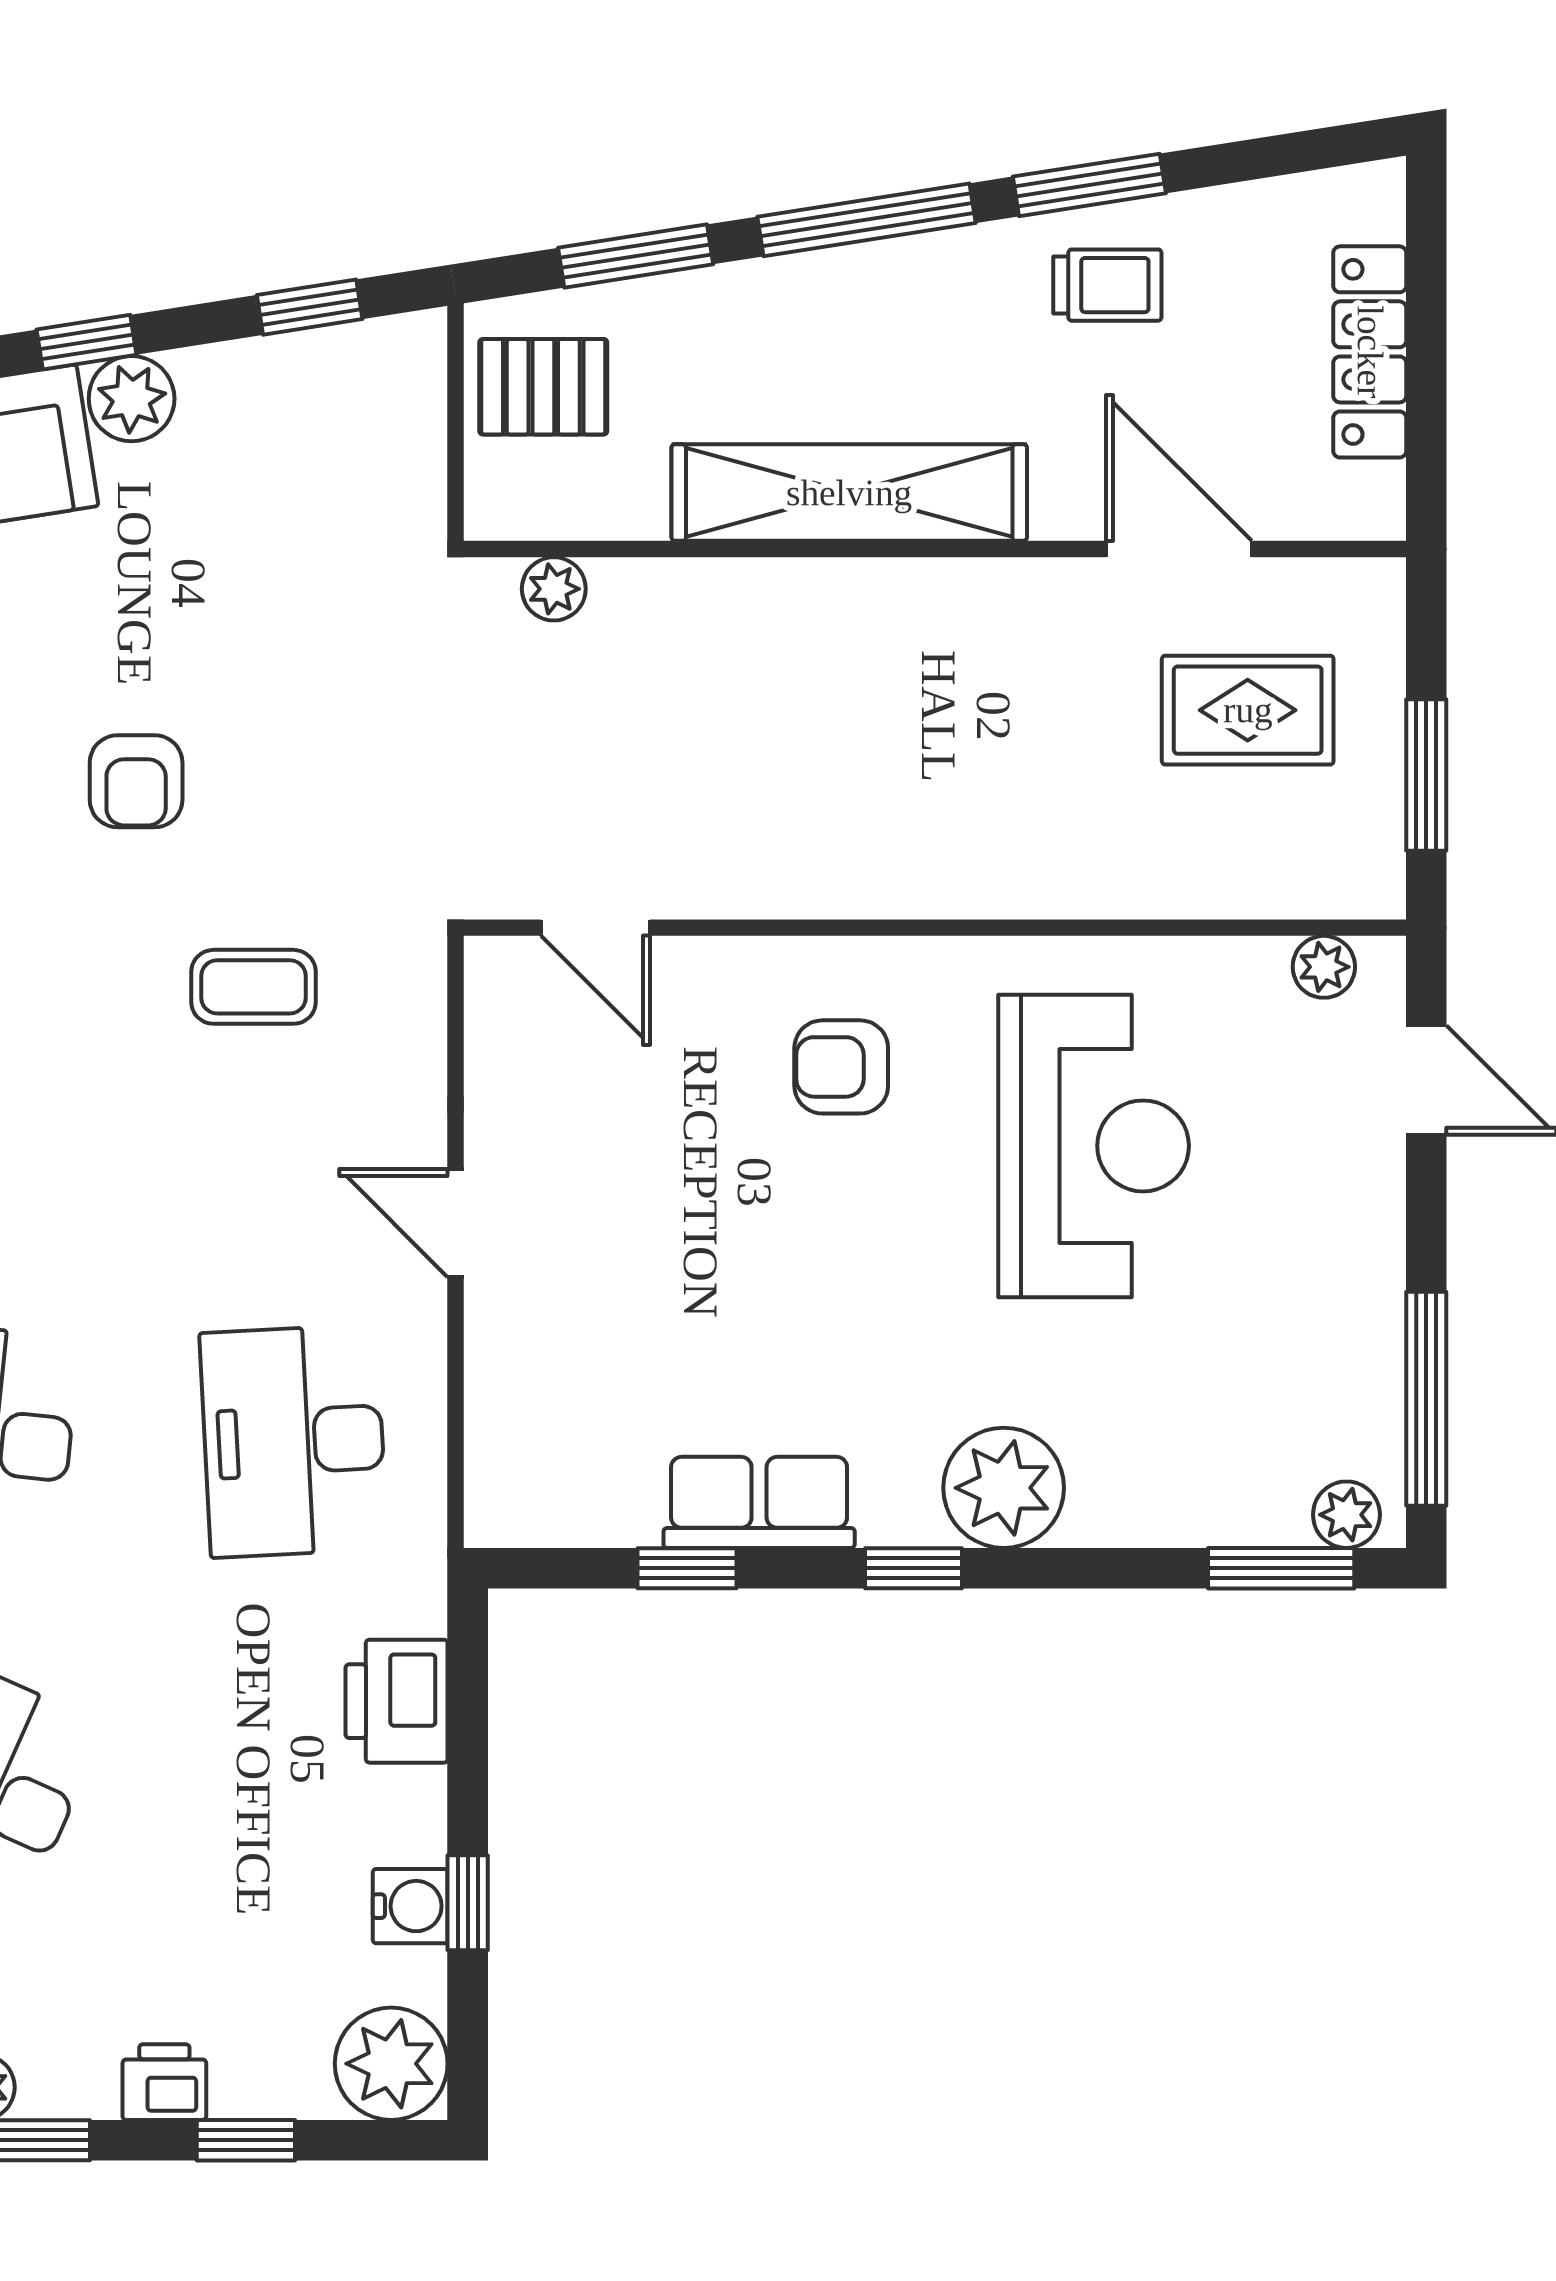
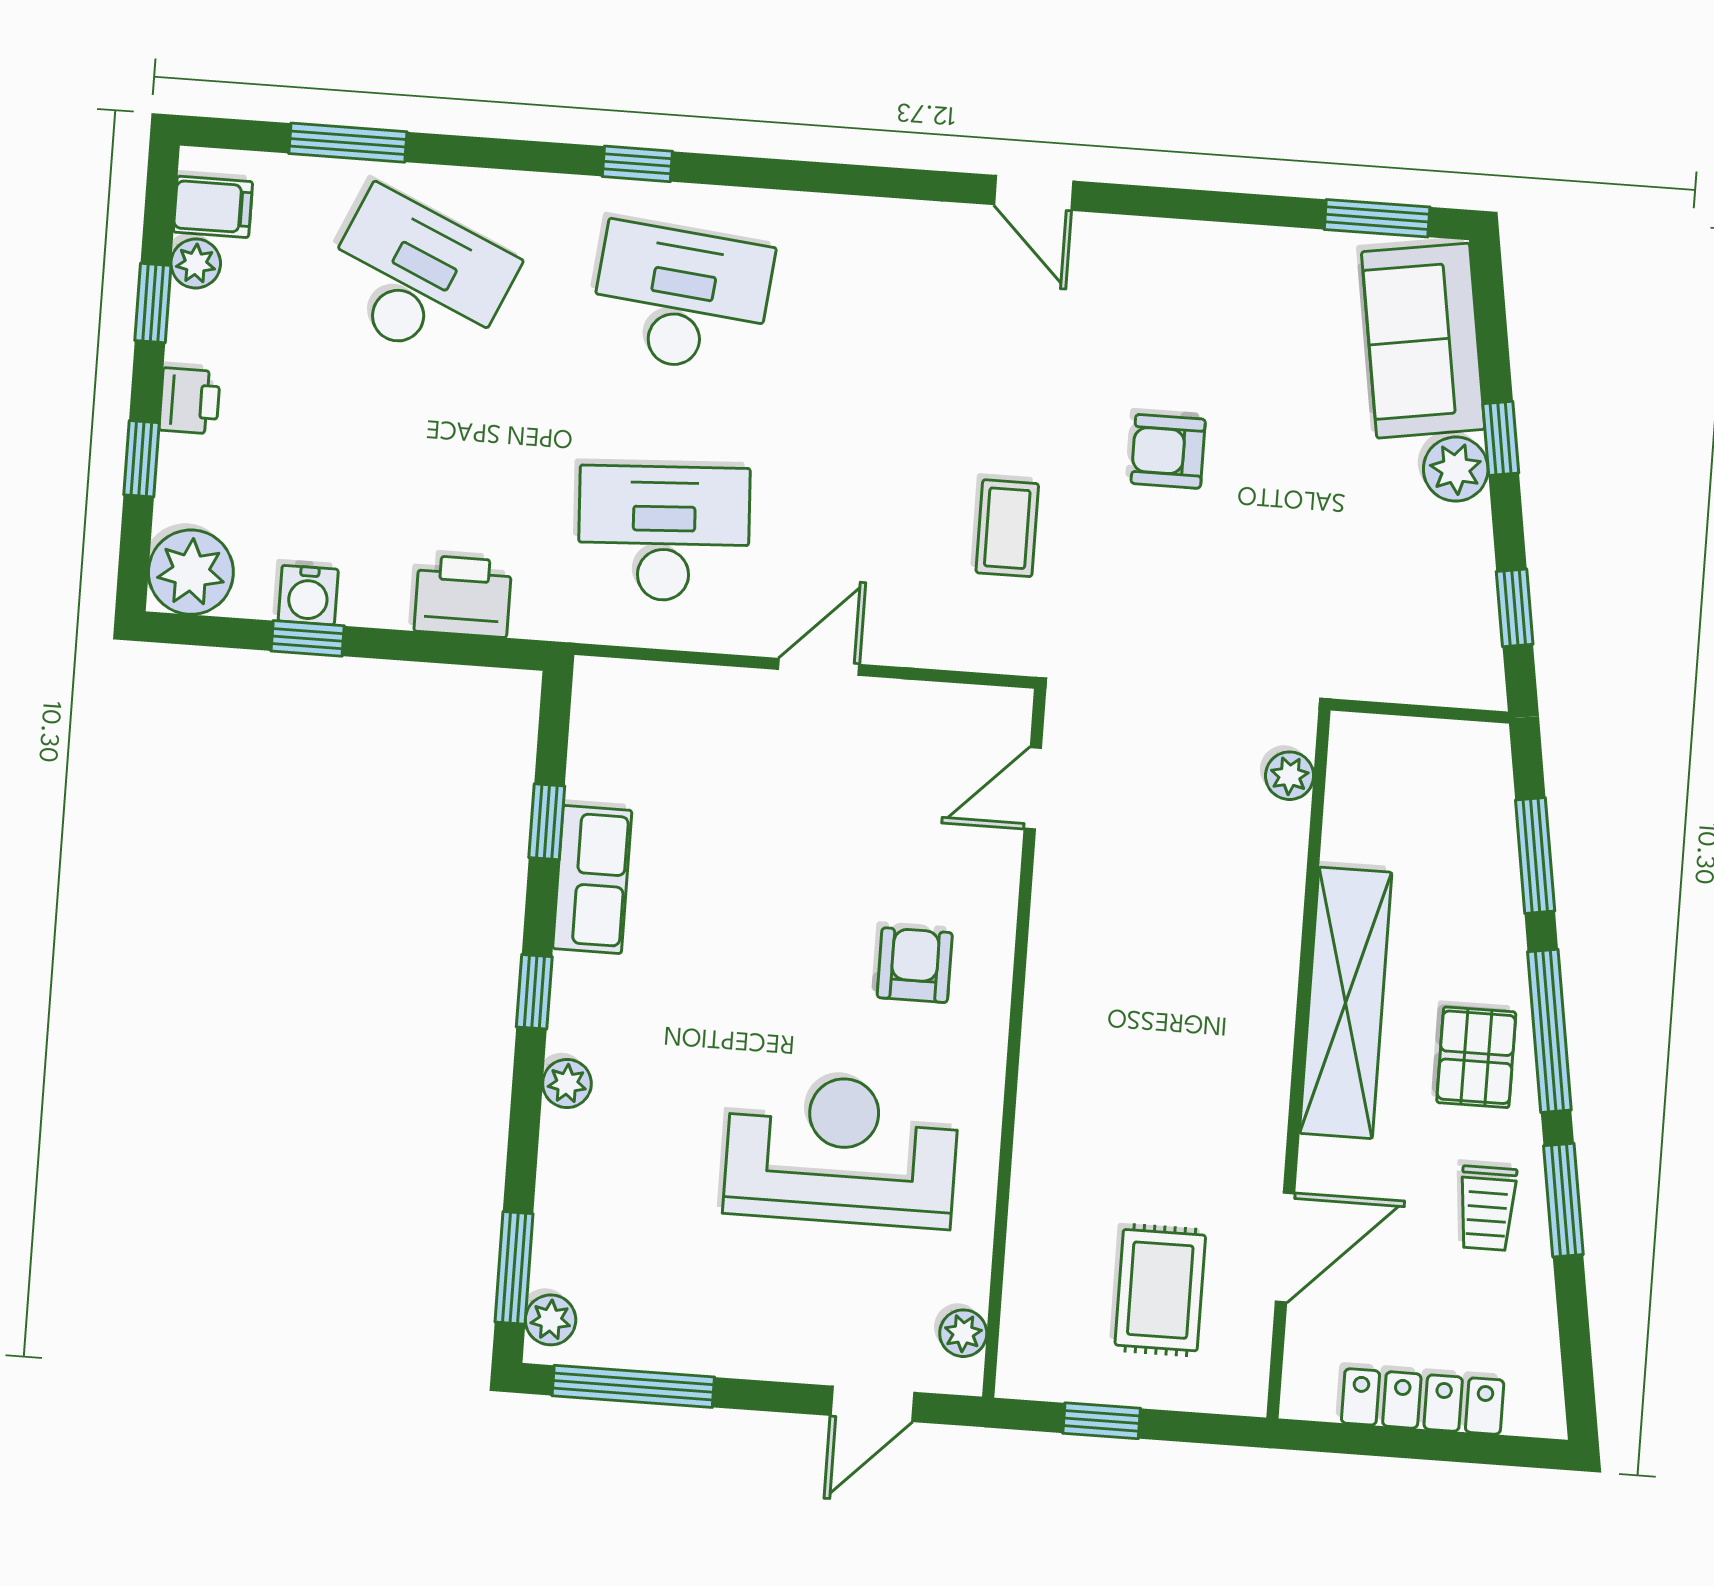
pallet: (543, 387) -> (1476, 1057), moved
window: (1426, 775) -> (1102, 1421), width x0.67
reception desk: (1094, 1146) -> (841, 1150), turned 180
plant: (1004, 1488) -> (567, 1084), width x0.53, depth x0.53

